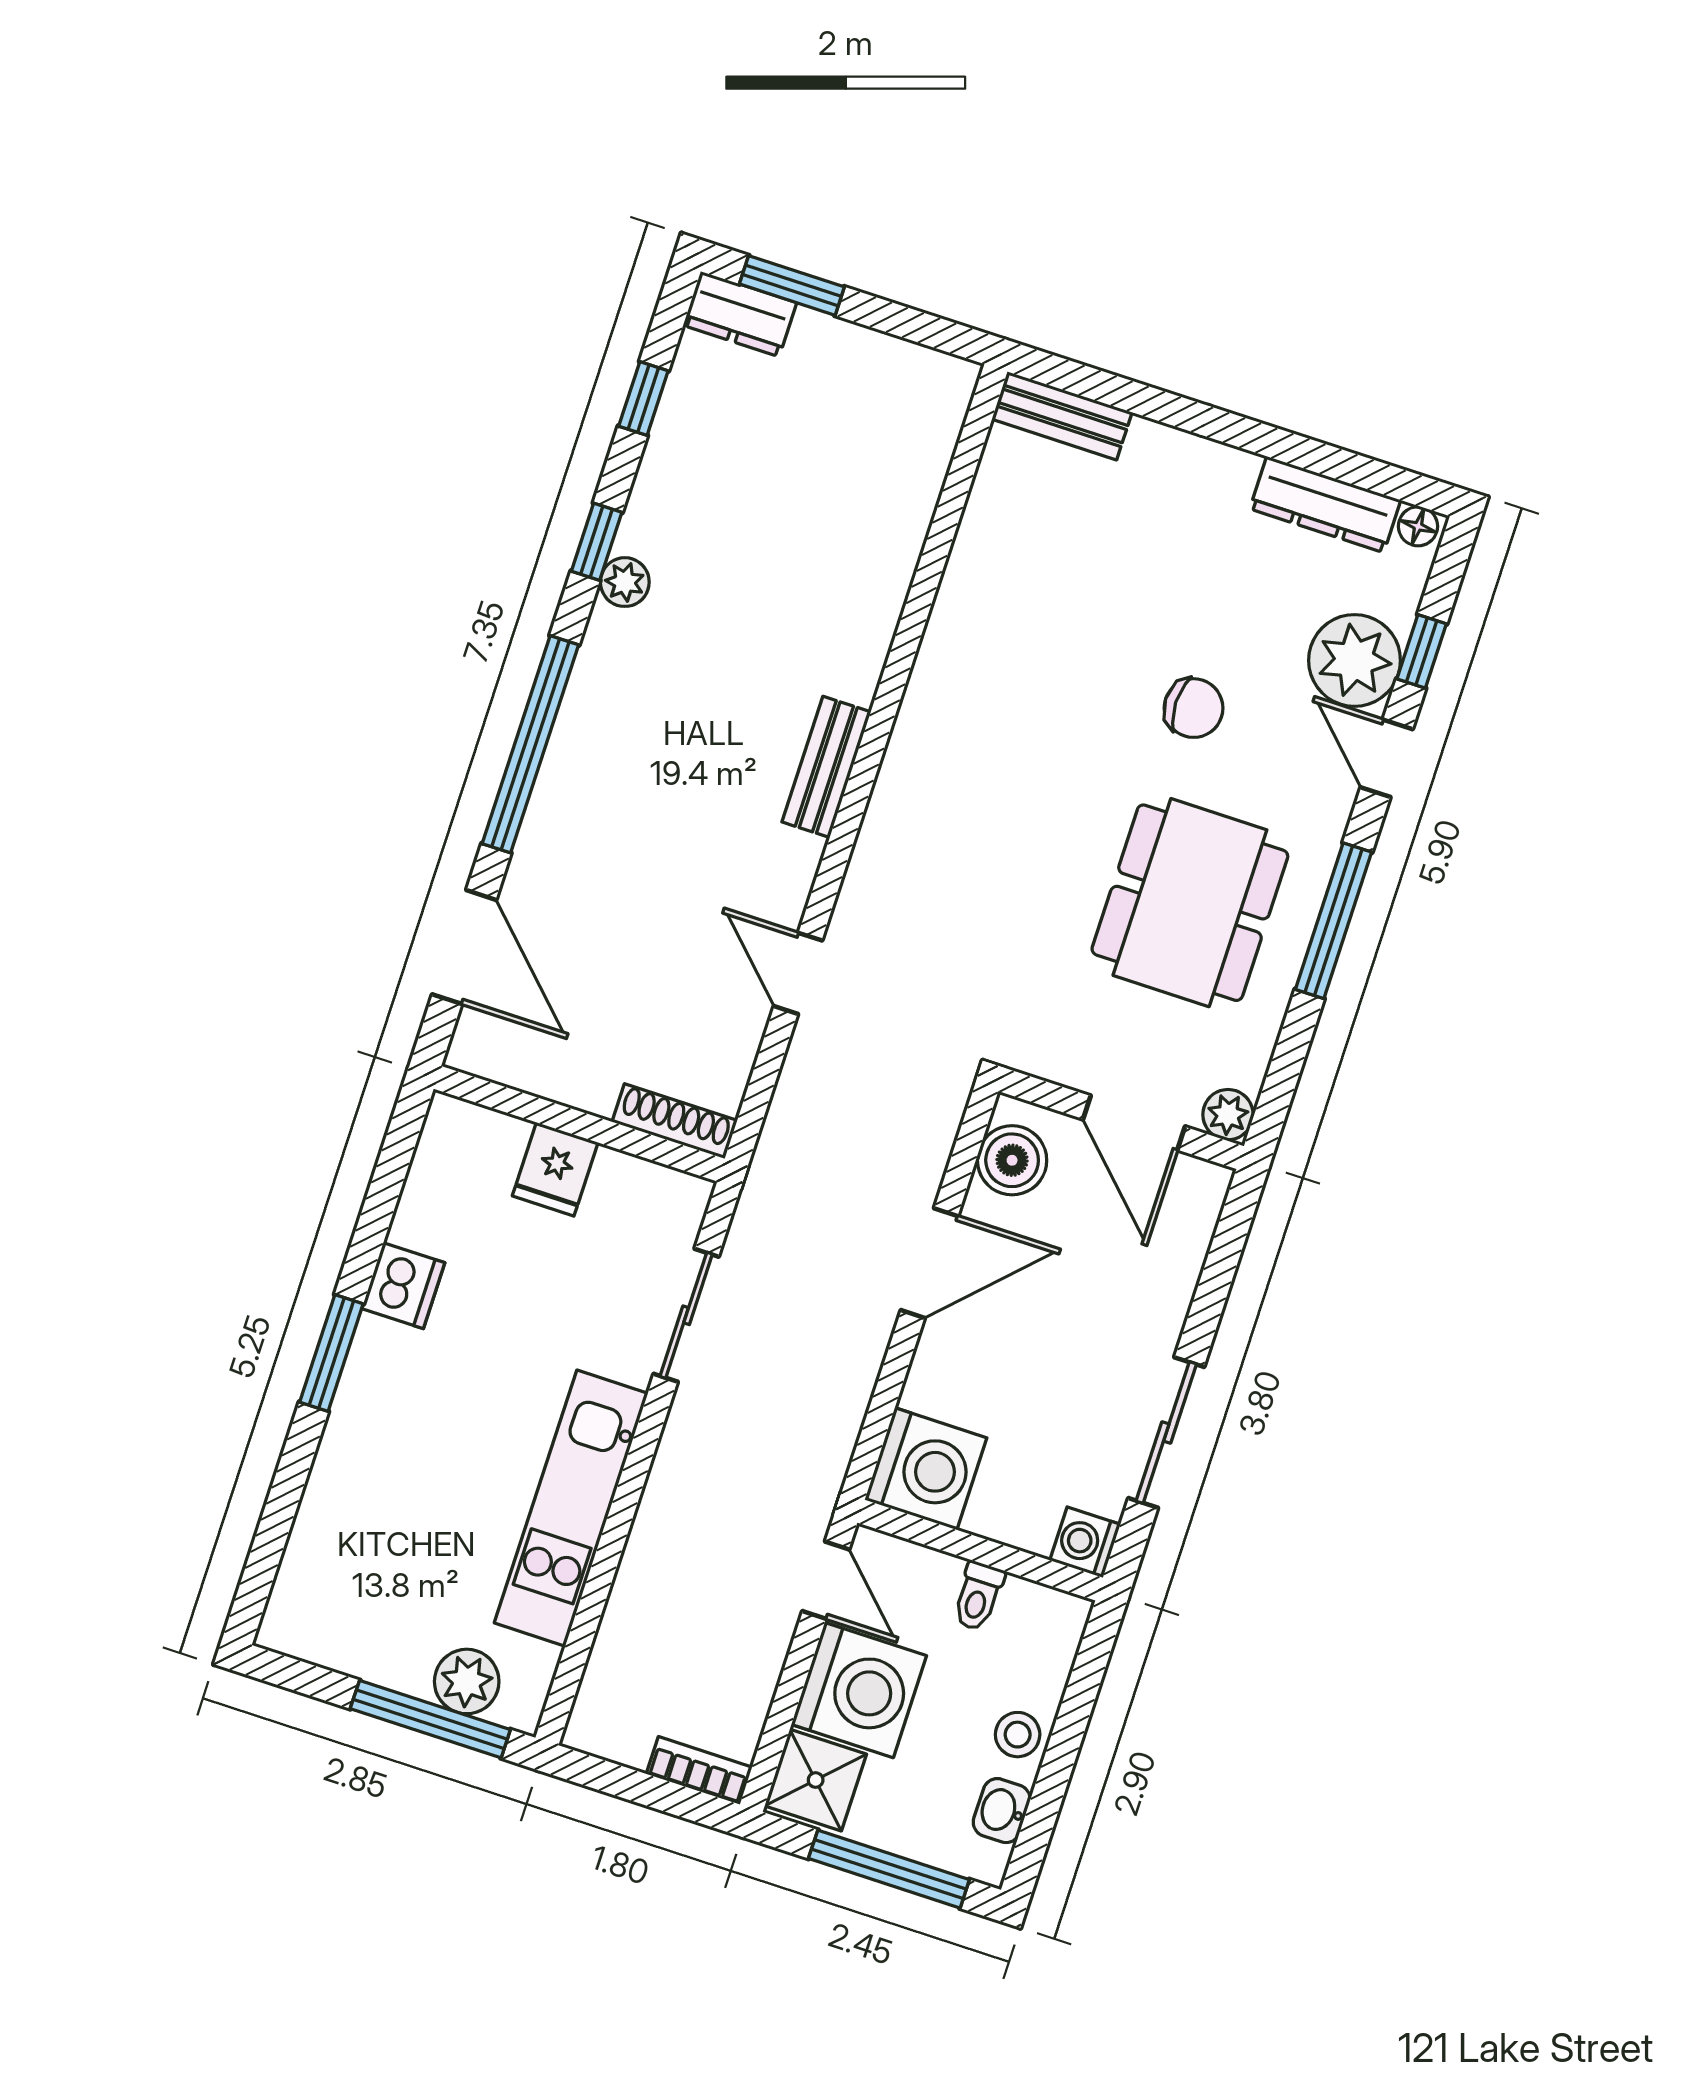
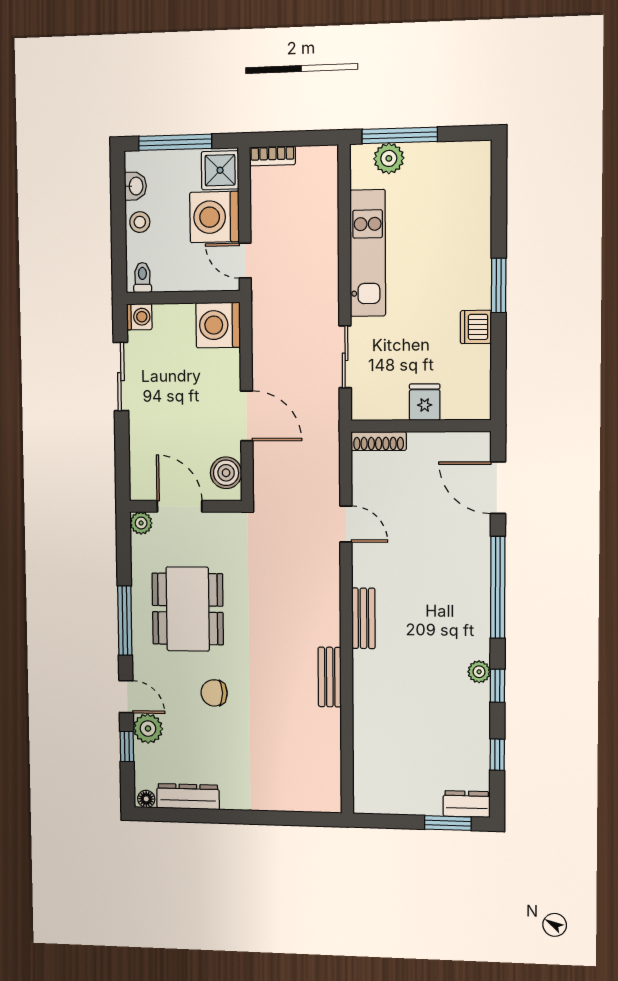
bench: (1062, 416) -> (330, 677), moved, turned 90
plant: (1355, 660) -> (148, 729), width x0.73, depth x0.73
door: (929, 1263) -> (247, 416), swing flipped
toilet: (978, 1596) -> (142, 278), moved

